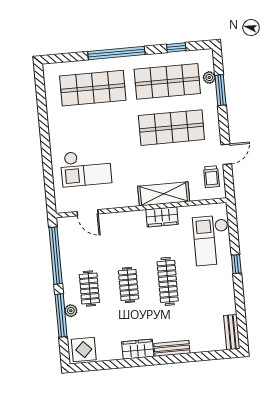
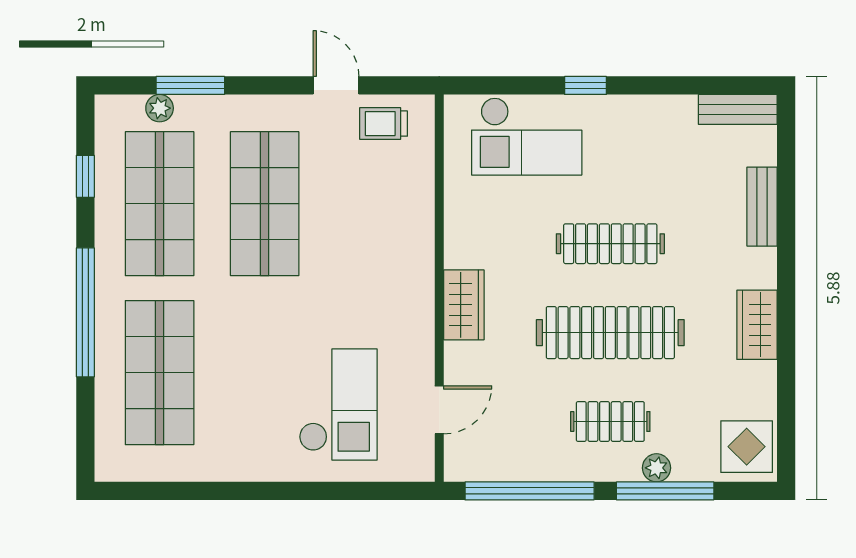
trolley: (211, 177) -> (384, 124), turned 180
shelving: (164, 194) -> (412, 235), removed
wardrobe: (162, 217) -> (464, 305), moved
clothes rail: (129, 285) -> (610, 333), width x1.86, depth x1.31
bench: (172, 348) -> (762, 207), moved

